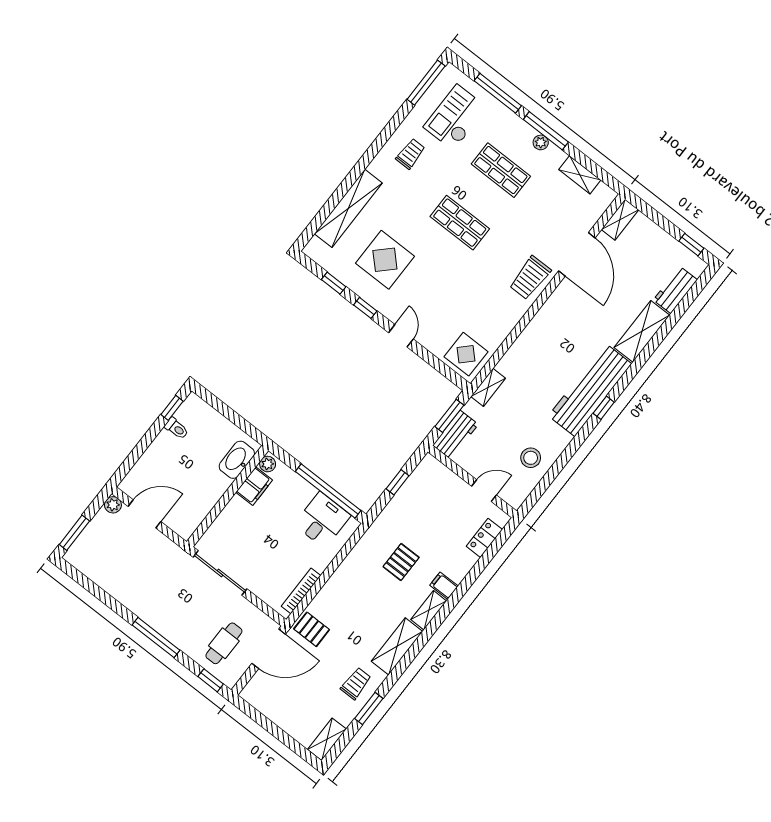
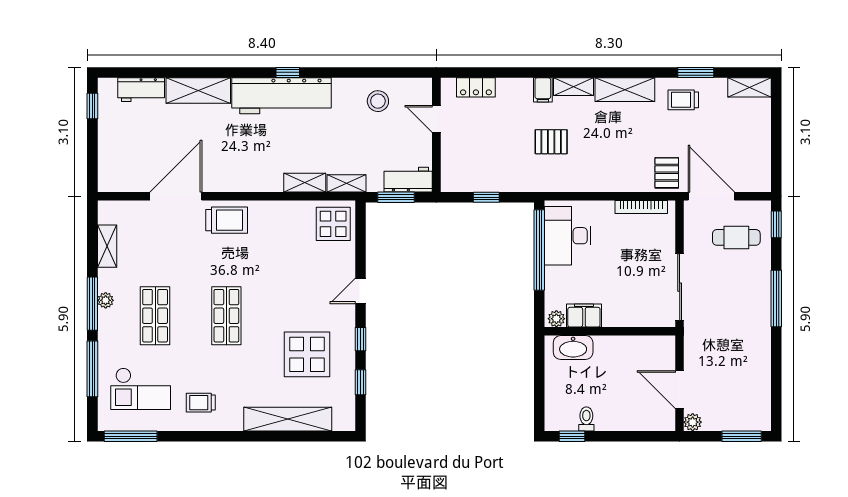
shelving: (620, 220) -> (305, 183), moved
desk: (322, 520) -> (568, 236), width x1.37

